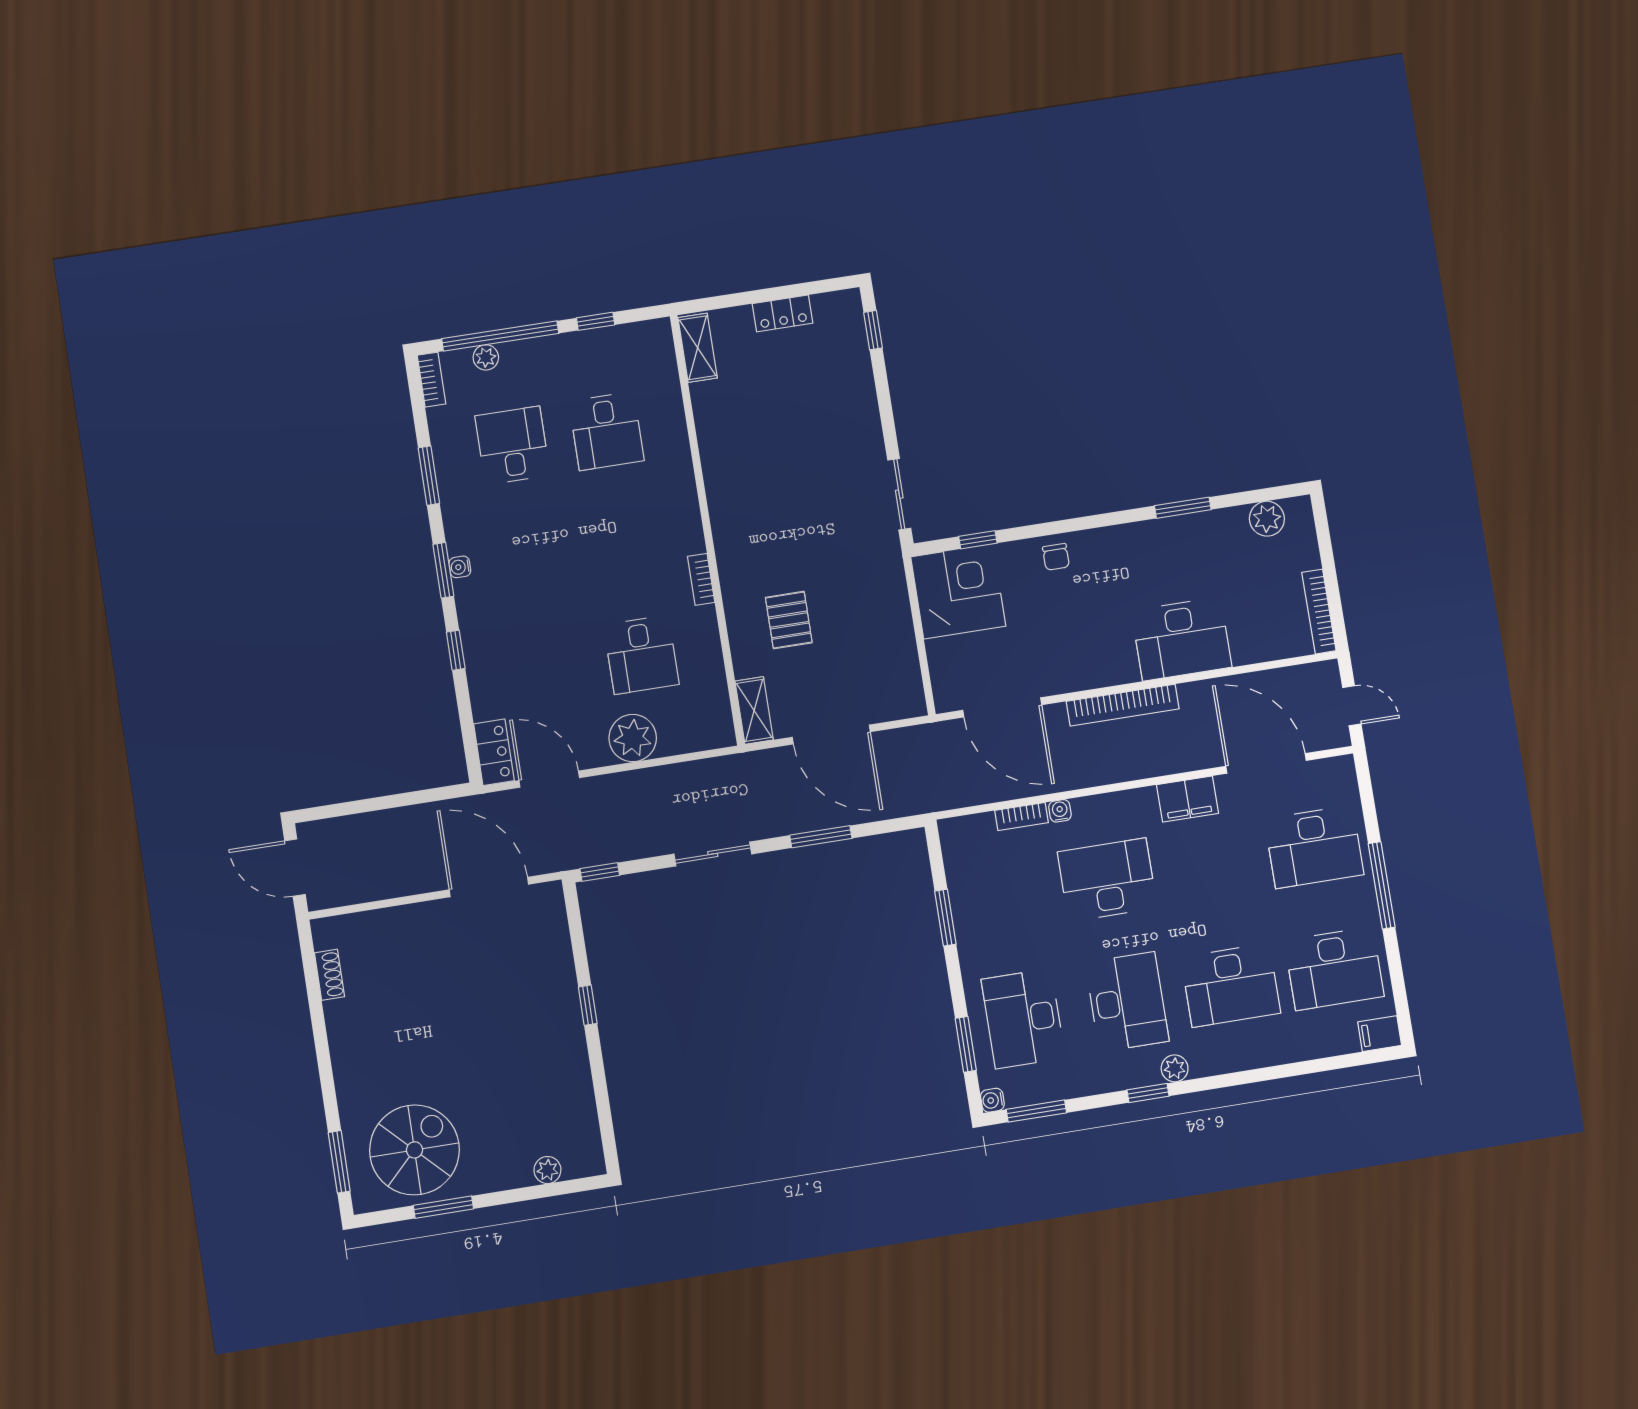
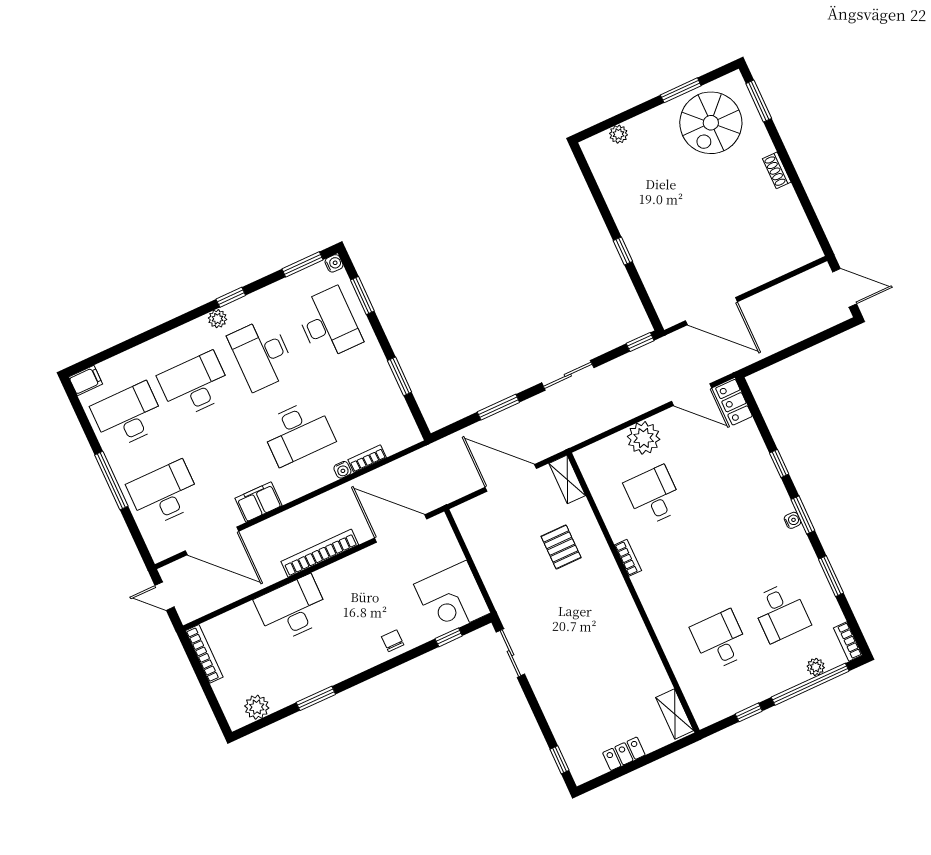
shoe rack: (329, 975) -> (777, 170), moved

